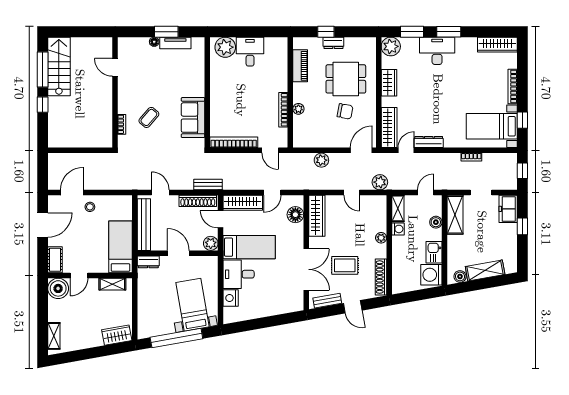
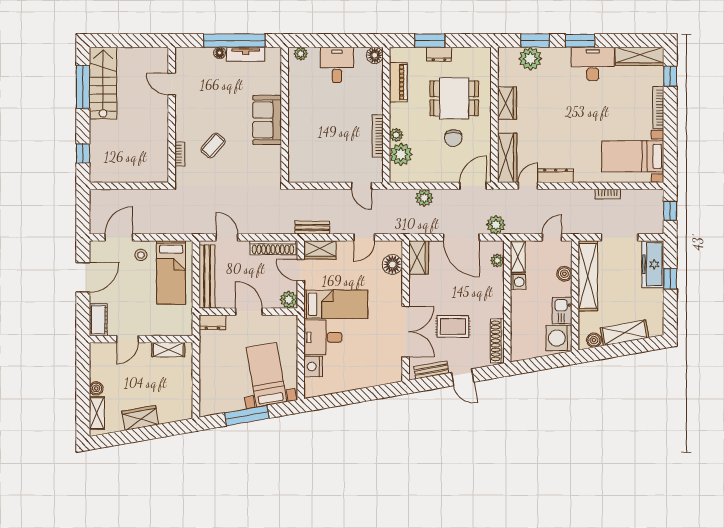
window: (166, 32) -> (234, 41), width x2.11
window: (326, 32) -> (430, 41), width x1.50
floor lamp: (281, 44) -> (375, 55), added
plant: (391, 46) -> (530, 59), moved
plant: (225, 47) -> (301, 54), width x0.53, depth x0.53
desk: (437, 51) -> (593, 64), moved
window: (43, 105) -> (83, 153), moved
chair: (345, 111) -> (453, 138), turned 79
sofa: (193, 118) -> (267, 120), moved
window: (522, 120) -> (670, 76), moved
plant: (302, 125) -> (401, 154), added
bookcase: (234, 142) -> (317, 176), removed
bench: (208, 184) -> (312, 228), moved
door: (352, 193) -> (461, 237), width x1.87
doorway: (481, 193) -> (620, 237), width x1.38
wardrobe: (243, 203) -> (320, 250), width x0.67
freezer: (508, 209) -> (653, 264), width x1.40
shelving: (455, 215) -> (588, 276), width x1.47
wardrobe: (317, 216) -> (419, 257), width x0.67
plant: (381, 238) -> (497, 261), moved
bed: (120, 247) -> (171, 272), moved, turned 180
boiler: (58, 288) -> (96, 388), moved, width x0.54, depth x0.54
wardrobe: (117, 335) -> (140, 418), moved
window: (176, 338) -> (247, 416), width x0.68

